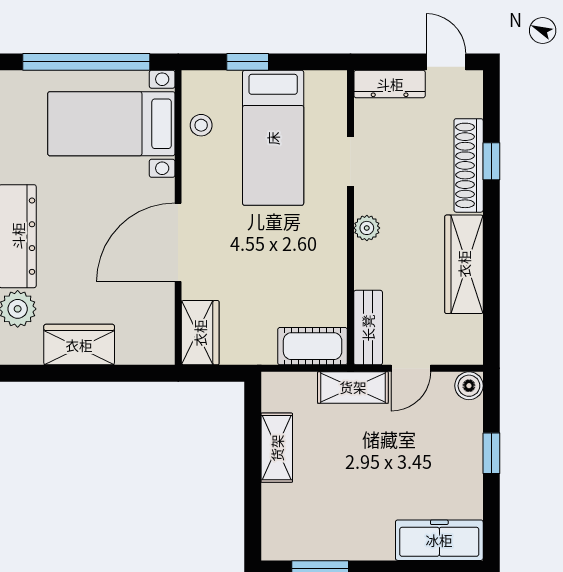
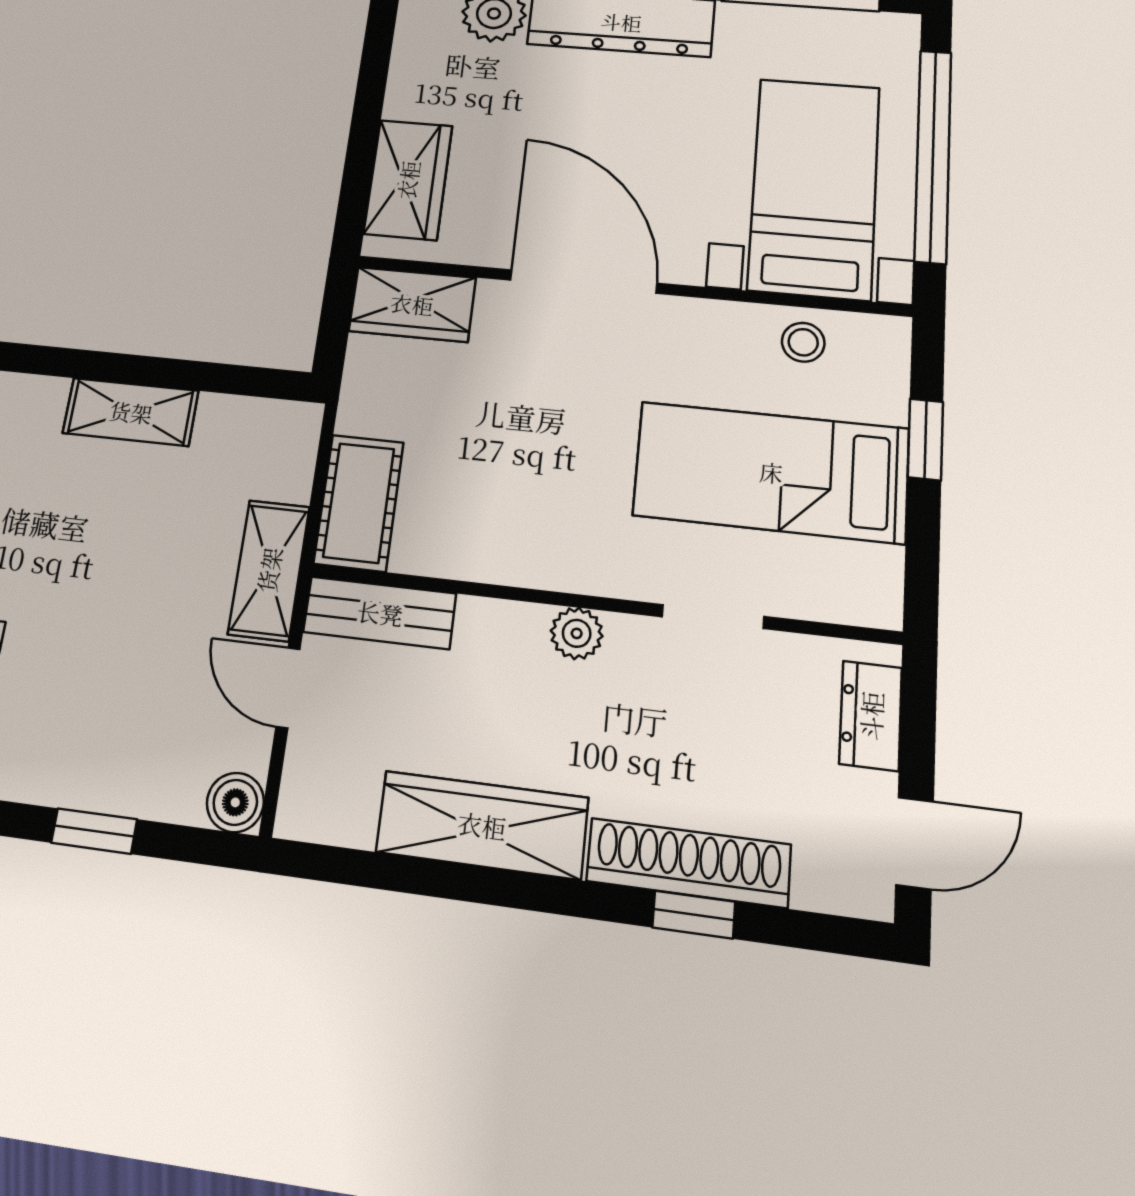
dresser: (390, 84) -> (871, 716), width x0.70
wardrobe: (79, 345) -> (408, 180), moved
shelving: (277, 448) -> (131, 412), moved

